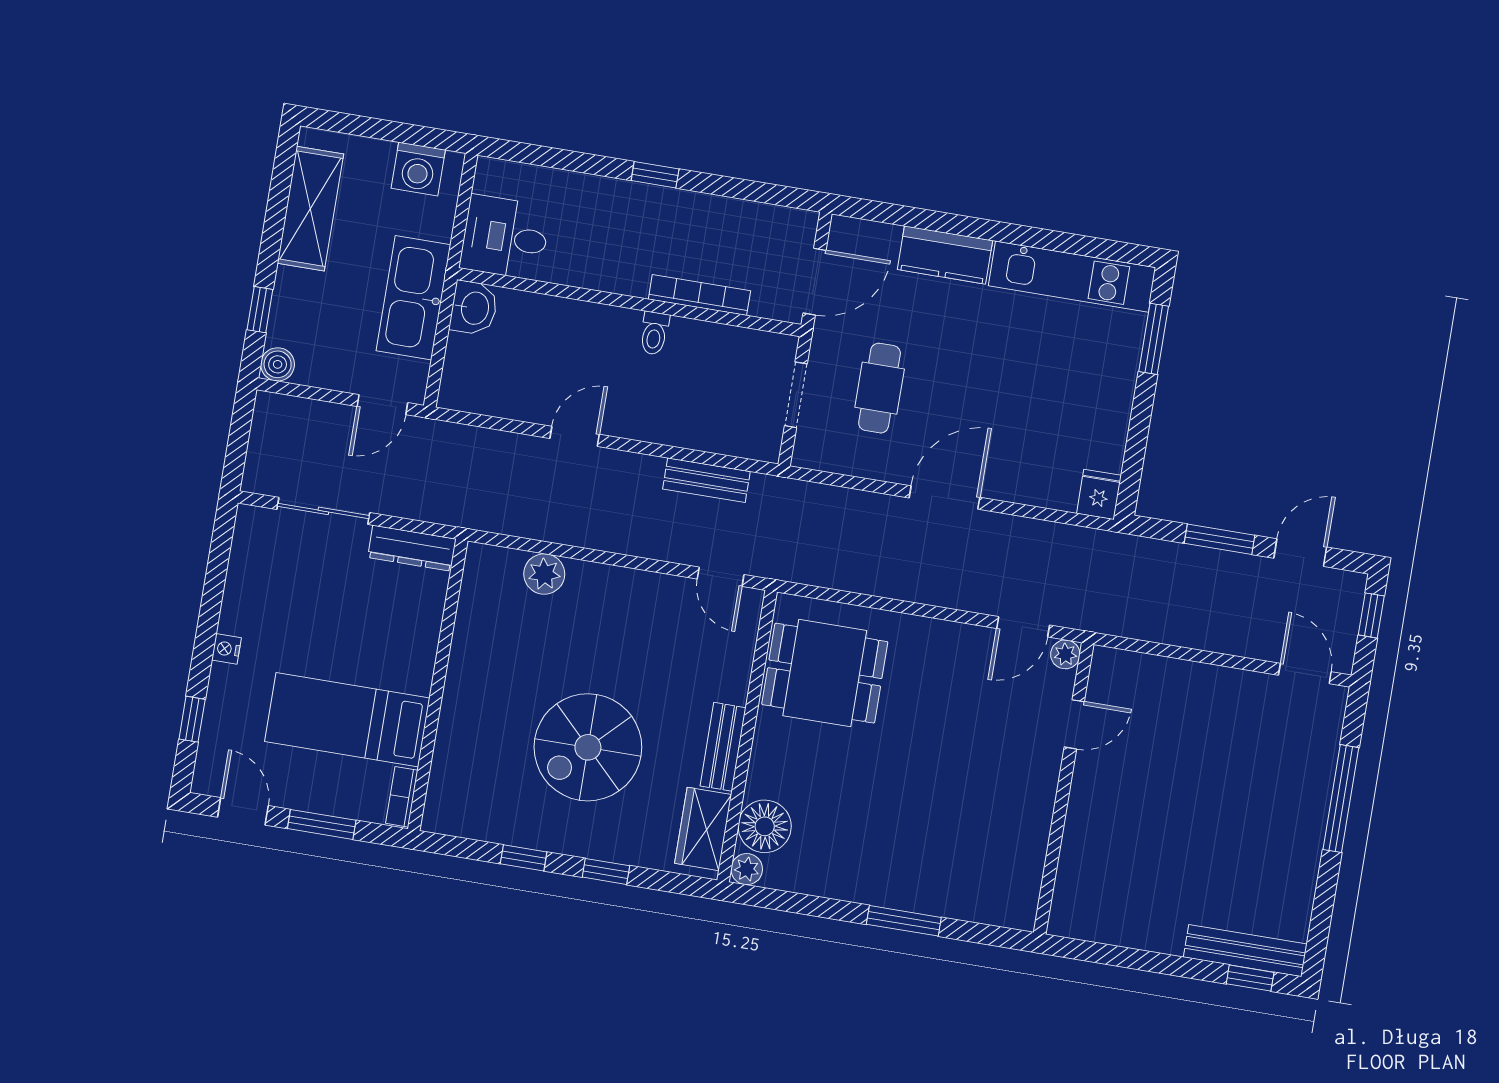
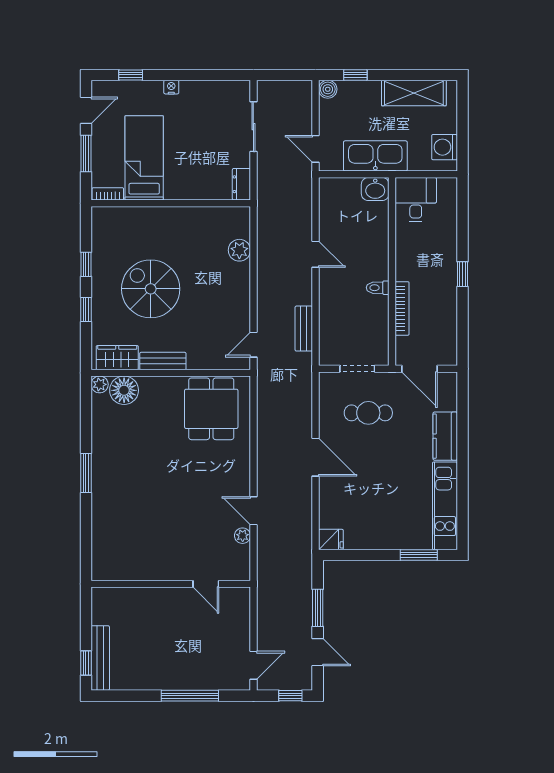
dresser: (412, 548) -> (241, 184), width x0.70
door: (1074, 724) -> (206, 584), moved
wall: (1064, 788) -> (171, 584), moved

